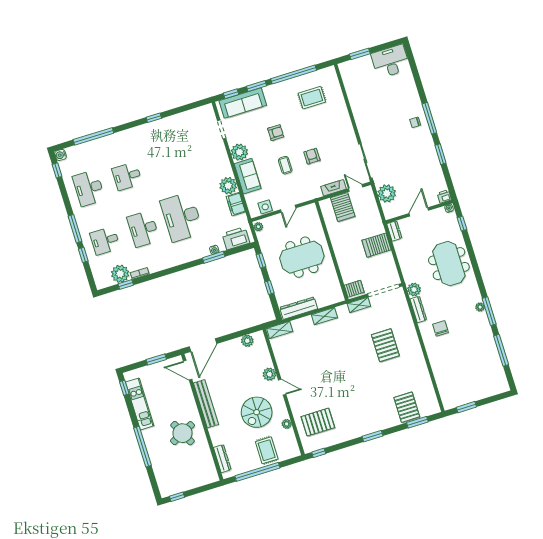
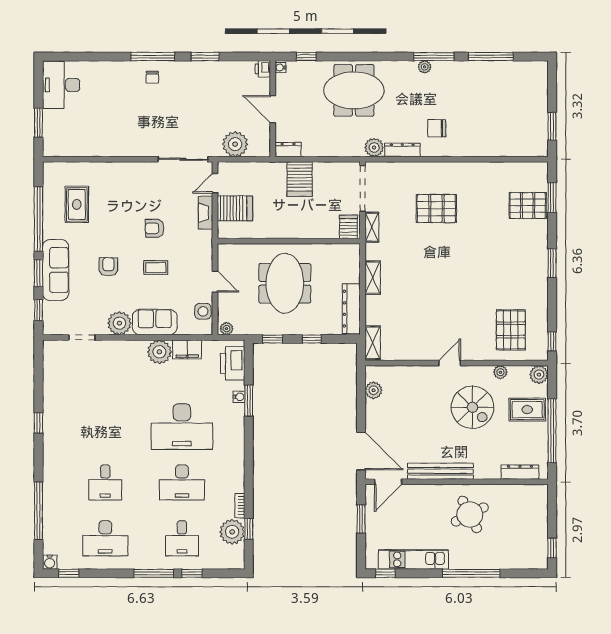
sofa: (243, 103) -> (56, 270), moved
plant: (269, 374) -> (539, 375), moved

